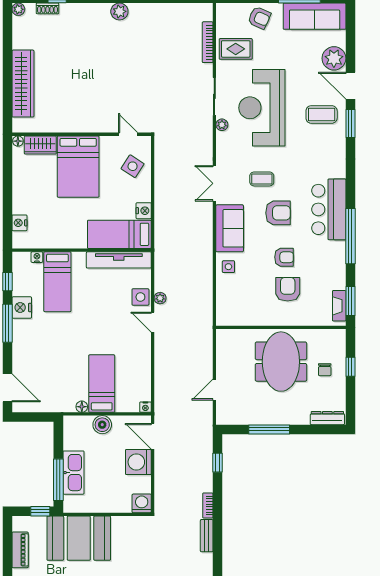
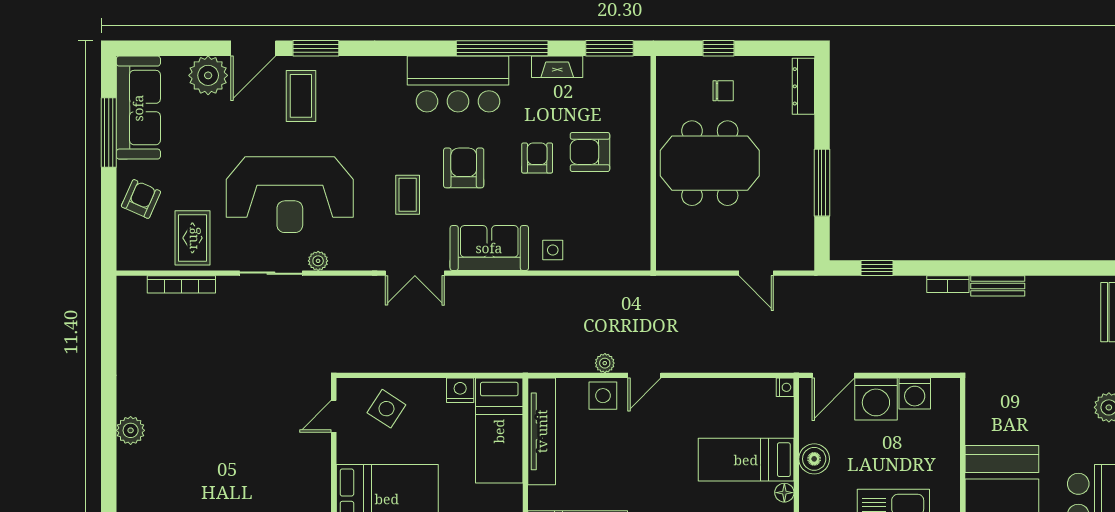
fireplace: (339, 306) -> (557, 67), moved
washing machine: (142, 503) -> (915, 394), moved, turned -90

